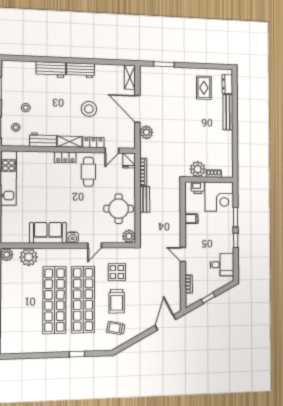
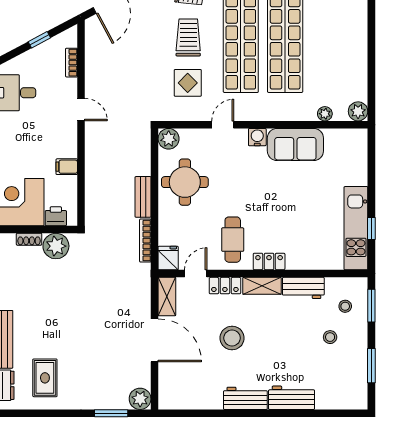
shelving: (130, 77) -> (167, 297), moved
plant: (146, 132) -> (140, 399), moved
plant: (29, 257) -> (325, 114), width x0.53, depth x0.53

